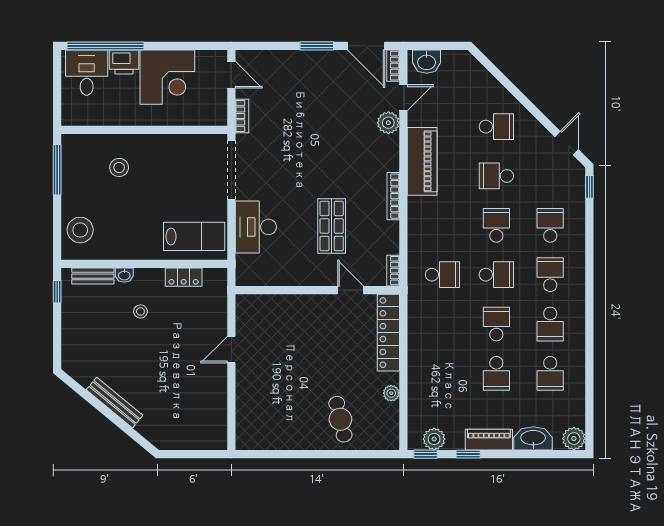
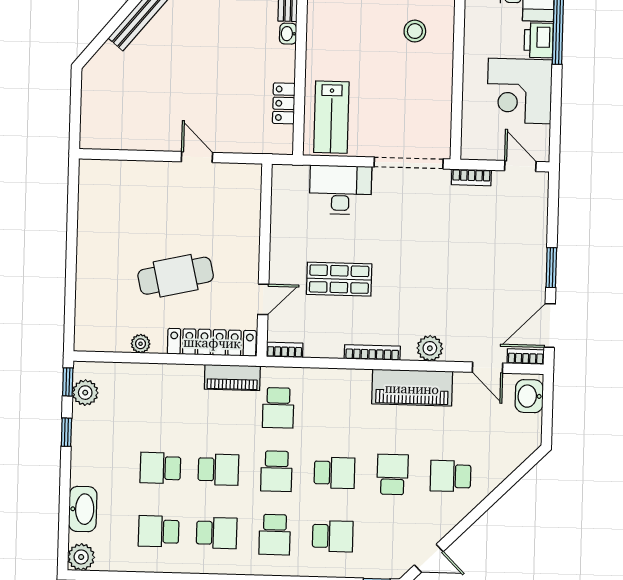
door: (231, 75) -> (520, 166), swing flipped
plant: (388, 123) -> (430, 348), moved
school desk: (496, 127) -> (451, 476), turned 90
school desk: (550, 275) -> (275, 535), turned 90
stool: (140, 311) -> (245, 51), removed
school desk: (550, 324) -> (217, 533), turned 180
cafe table: (340, 419) -> (176, 276), moved, width x1.37, depth x1.35
piano: (489, 440) -> (232, 378), moved, turned 90

